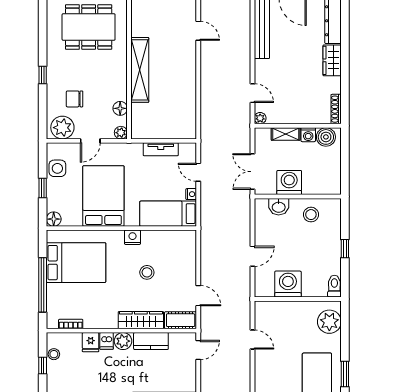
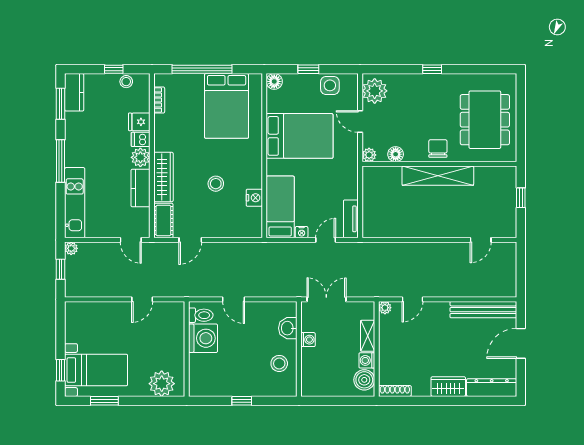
chair: (75, 99) -> (438, 148), moved
tv unit: (161, 149) -> (351, 219), moved
washing machine: (289, 183) -> (308, 340), width x0.53, depth x0.53
nightstand: (133, 237) -> (254, 198), moved
toilet: (334, 286) -> (201, 315), moved

